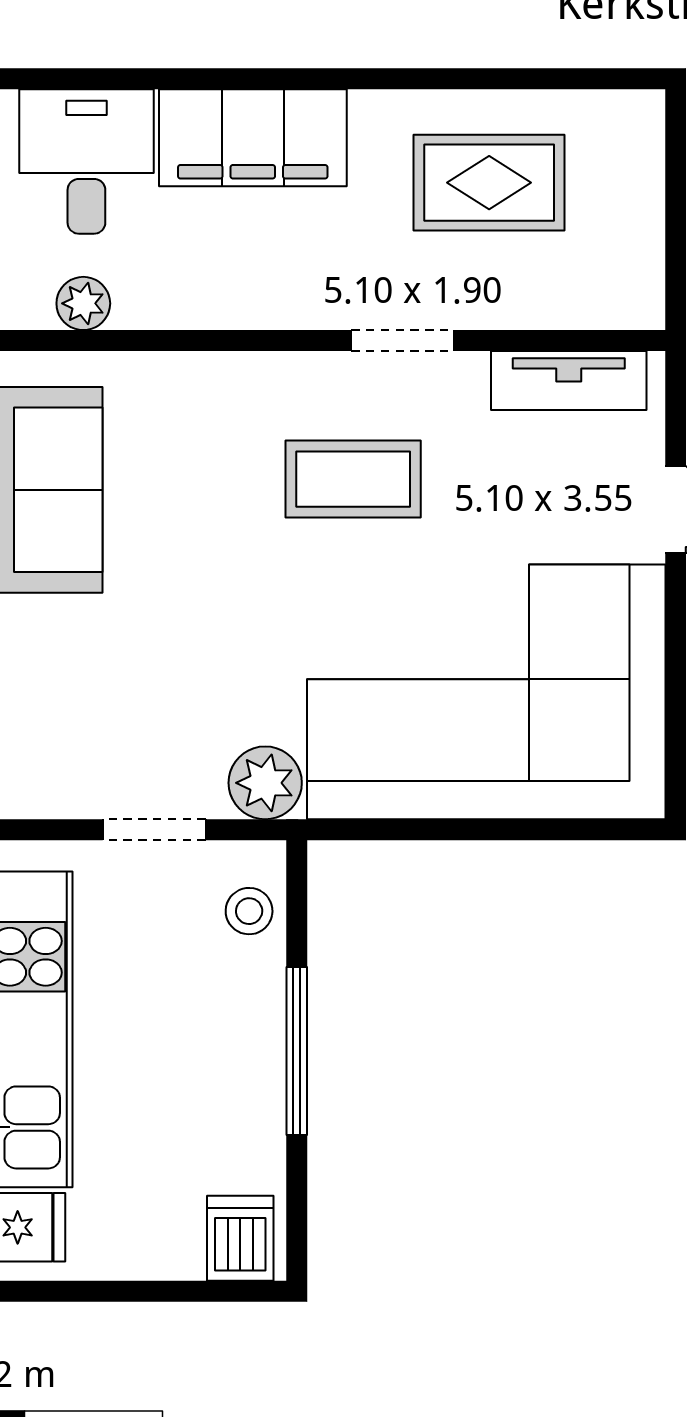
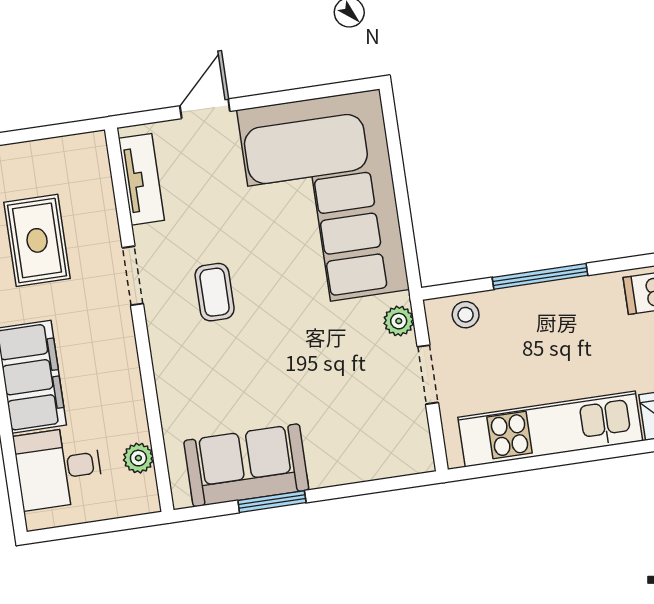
coffee table: (353, 479) -> (215, 292), width x0.73, depth x0.77
plant: (265, 783) -> (399, 321), width x0.73, depth x0.73

